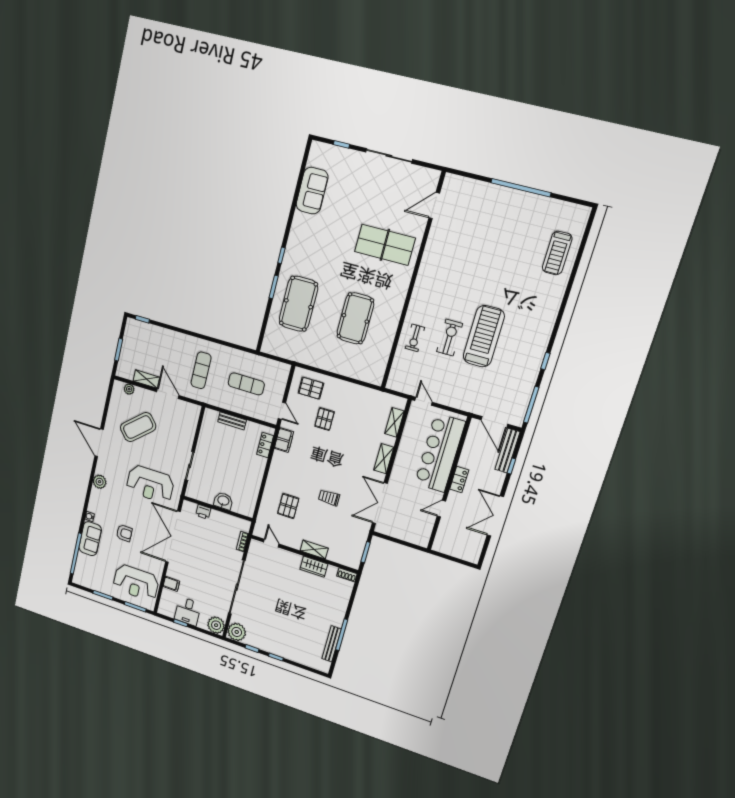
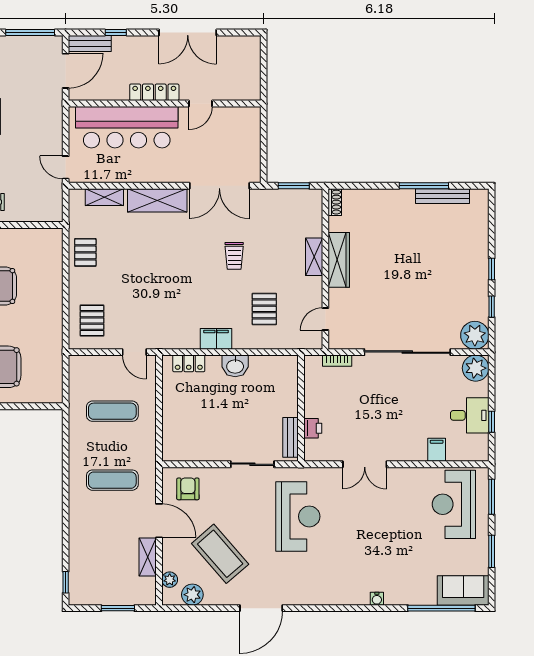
exercise mat: (246, 384) -> (112, 411), turned 90
door: (168, 394) -> (159, 521), swing flipped
door: (424, 401) -> (66, 167), hinge flipped
door: (282, 411) -> (134, 352), swing flipped
pallet: (324, 419) -> (85, 252), moved, turned 90
bench: (232, 421) -> (291, 437), moved
filing cabinet: (284, 440) -> (216, 339), moved
bench: (507, 451) -> (90, 44), width x0.73
shelving: (384, 459) -> (157, 200), width x1.50, depth x1.33
locker: (459, 480) -> (154, 92), width x1.53
plant: (100, 482) -> (192, 595), moved
washbasin: (223, 501) -> (235, 366), moved, turned -90
pallet: (288, 506) -> (264, 309), turned 90
door: (441, 509) -> (201, 104), hinge flipped
armchair: (124, 533) -> (188, 489), moved
double door: (173, 537) -> (365, 464), width x0.54
sofa: (90, 539) -> (463, 590), moved
wardrobe: (314, 567) -> (339, 260), width x1.50
reception desk: (136, 583) -> (454, 504), turned 180

